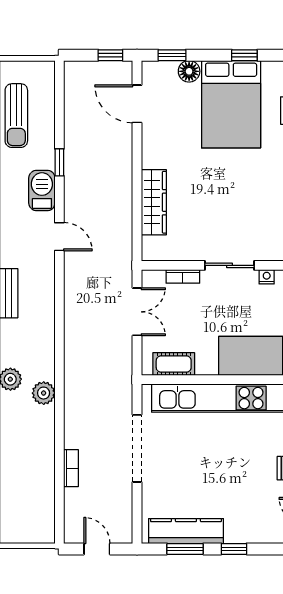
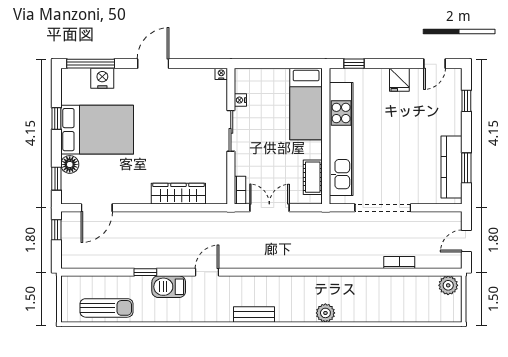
bookcase: (183, 276) -> (240, 190), moved
plant: (44, 393) -> (448, 285), moved
window: (234, 549) -> (466, 101), moved

